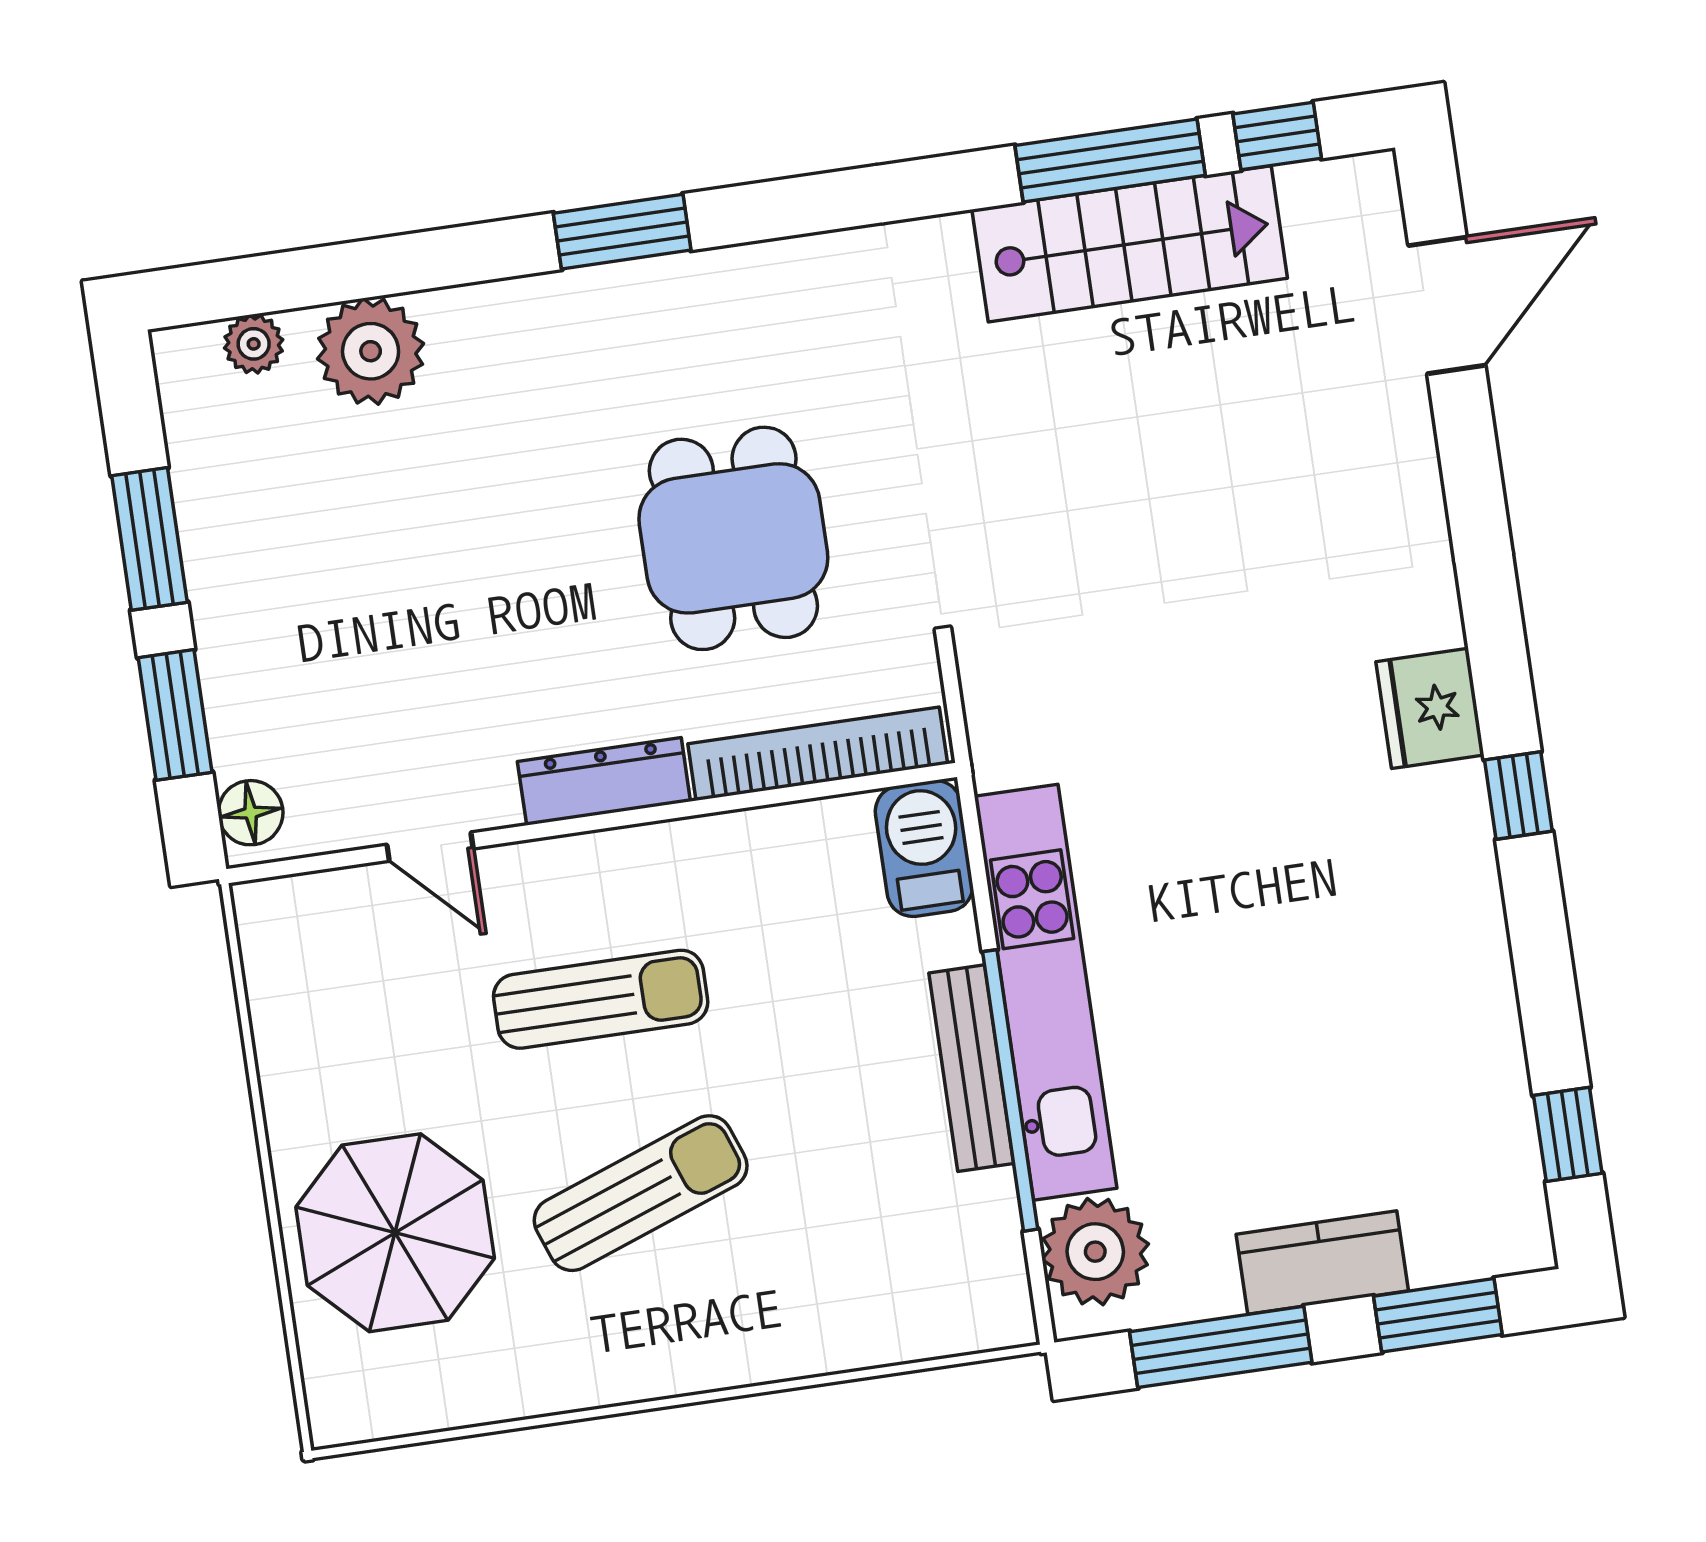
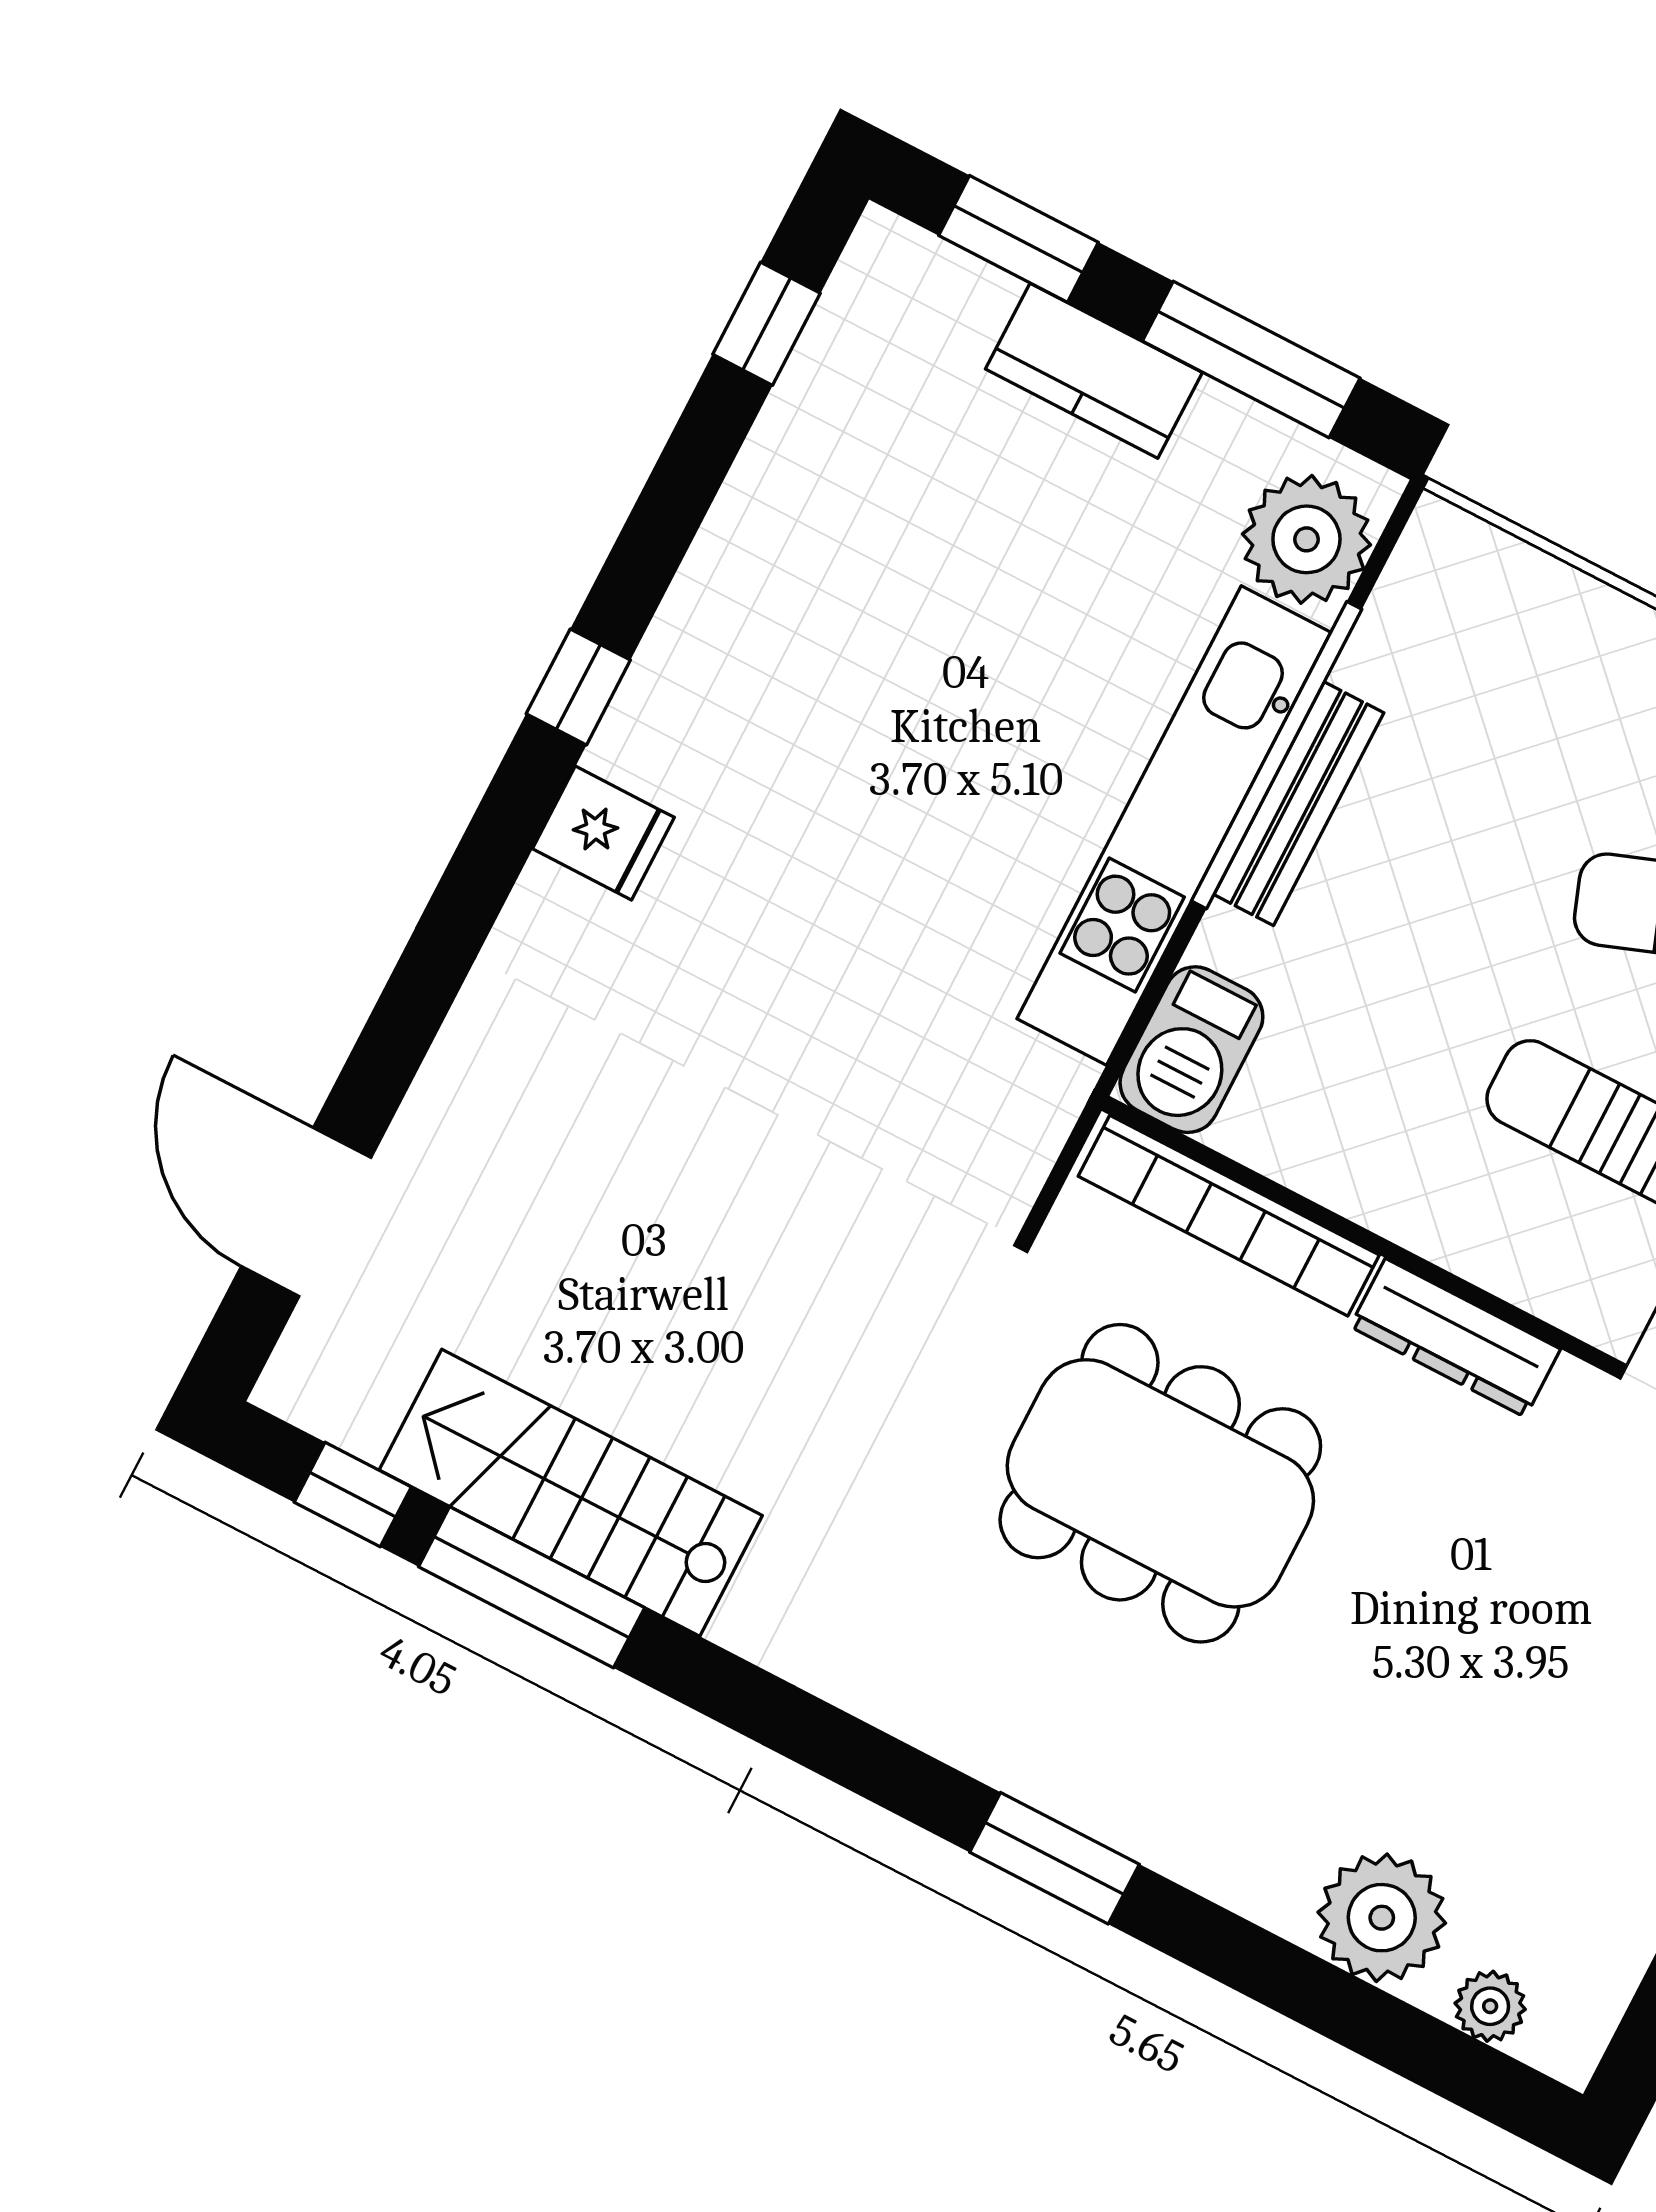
door: (1447, 305) -> (306, 1212), hinge flipped
dining table: (733, 538) -> (1160, 1483), width x1.38
fridge: (1430, 708) -> (603, 833), width x0.72

